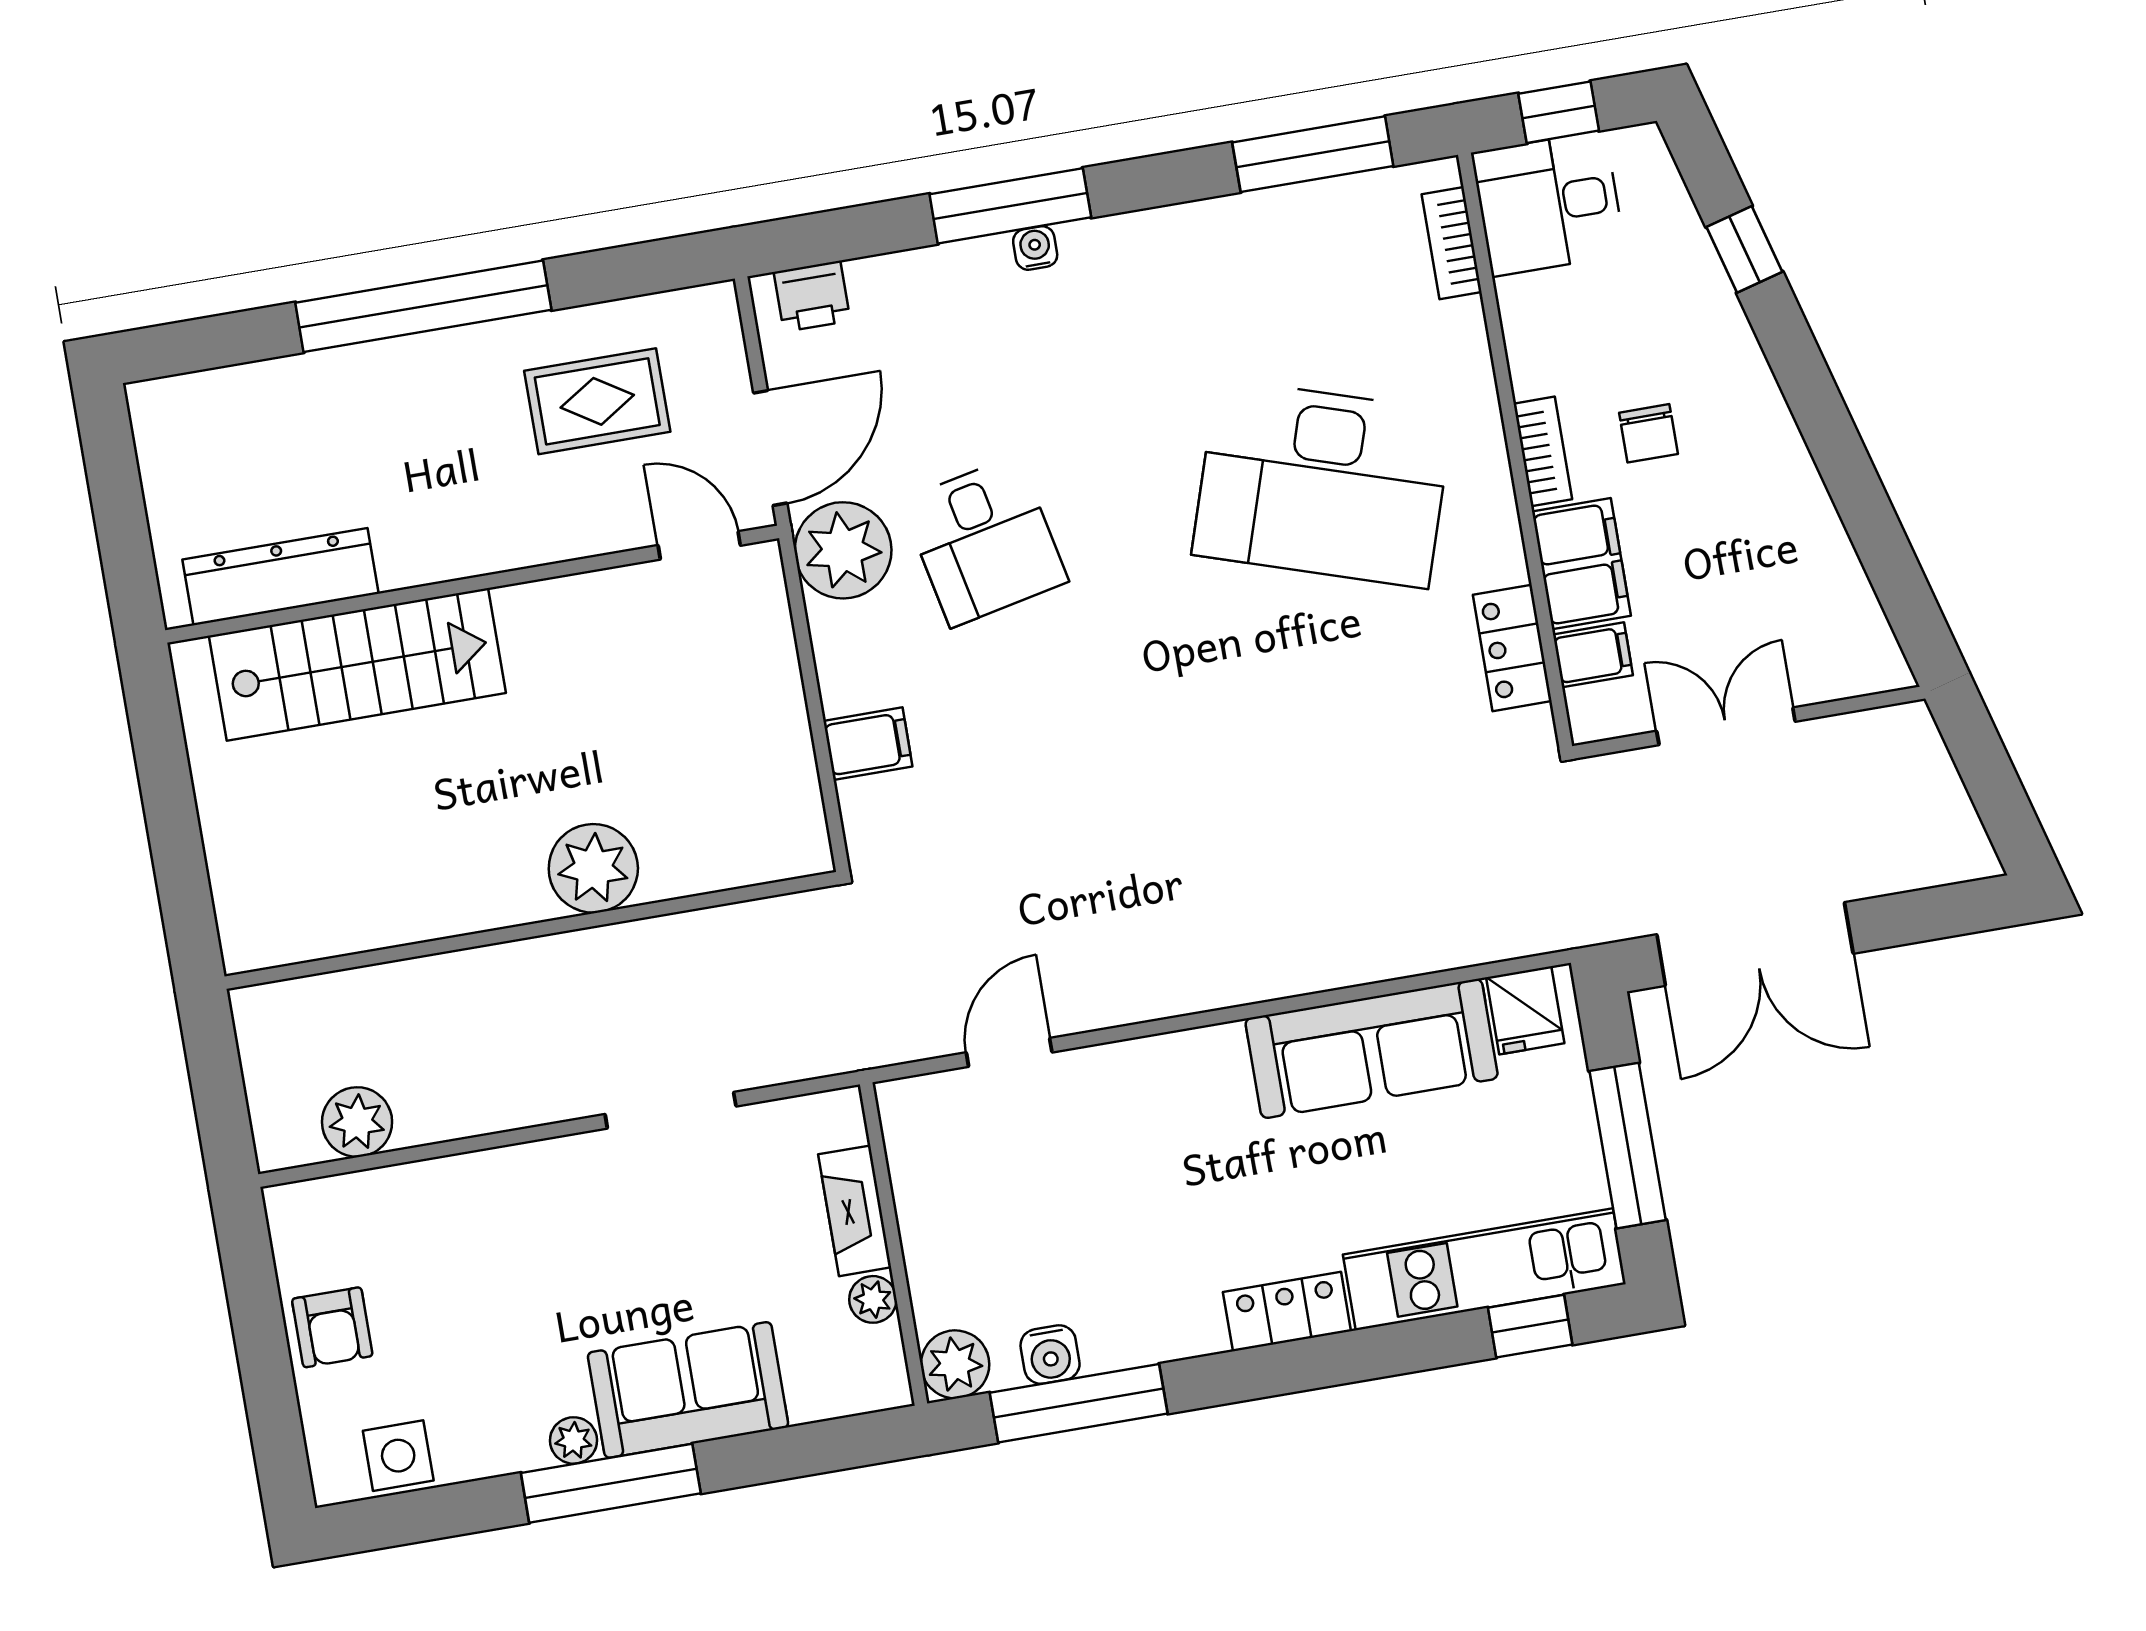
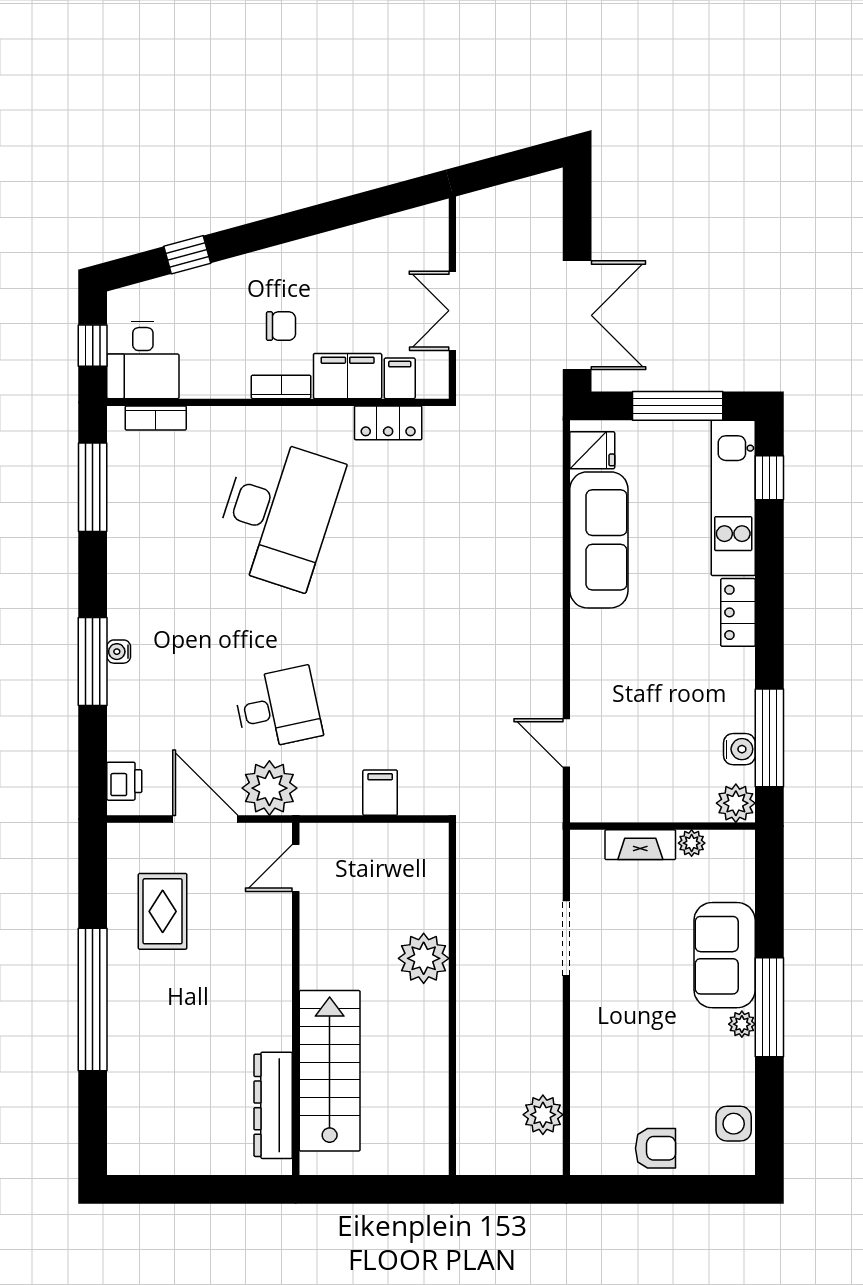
door: (699, 545) -> (296, 868), moved
dresser: (281, 577) -> (273, 1105), moved
wall: (472, 584) -> (296, 999), moved
stairs: (357, 664) -> (330, 1071), moved

